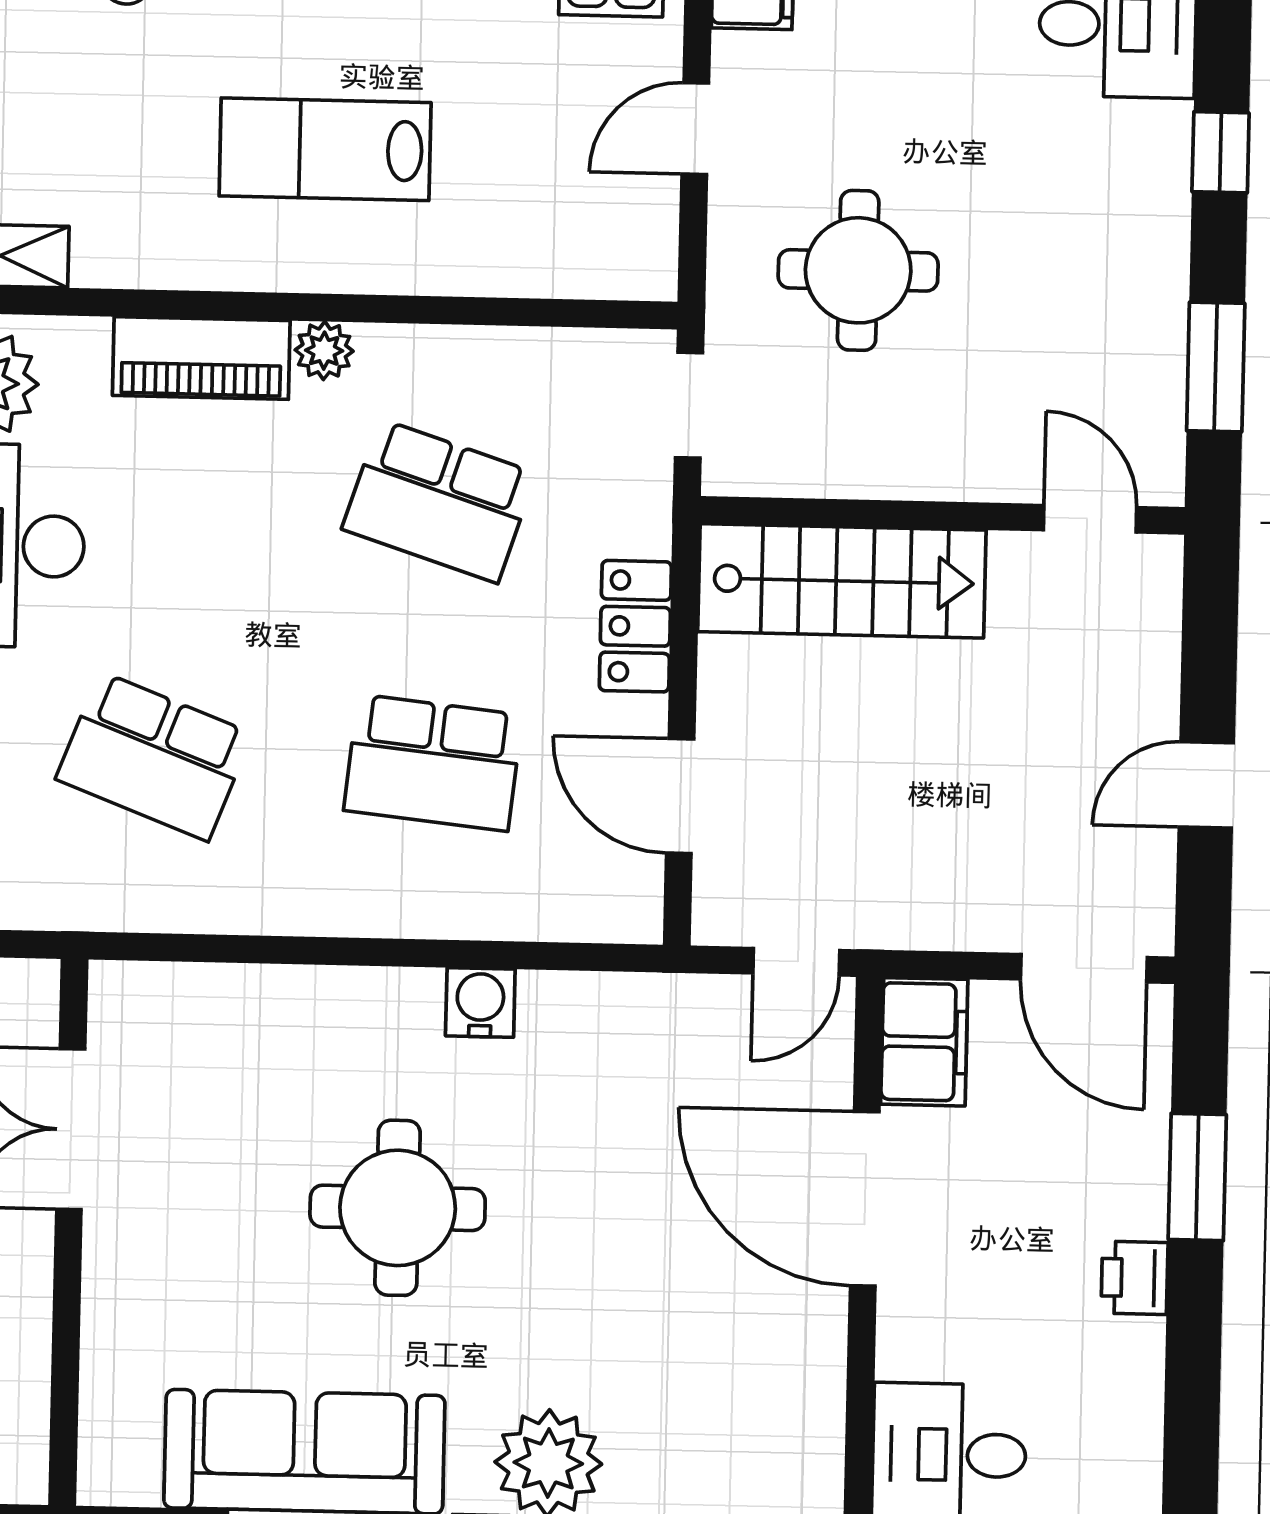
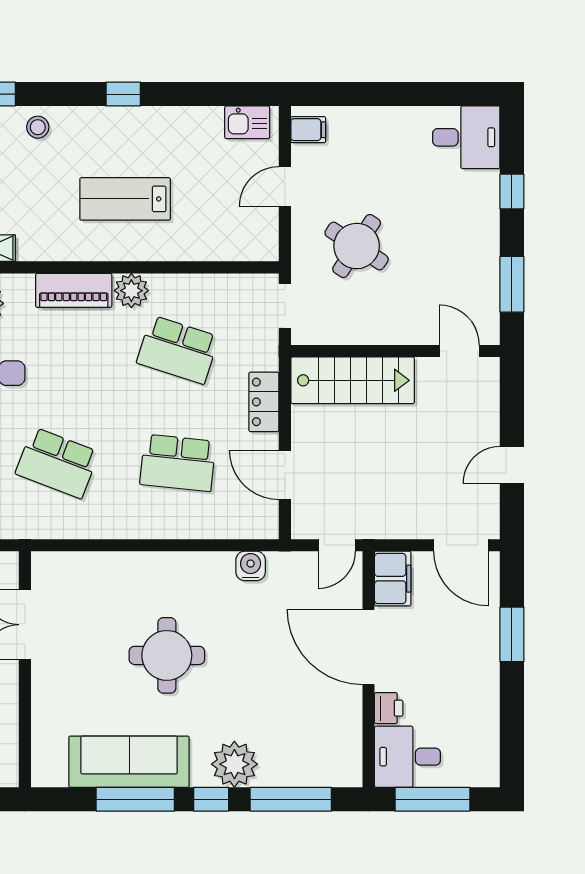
round table: (858, 270) -> (357, 246), turned 33
plant: (324, 351) -> (131, 291), width x1.38, depth x1.38
water cooler: (480, 1002) -> (251, 566), moved
printer: (1135, 1278) -> (389, 708), moved, turned 180

